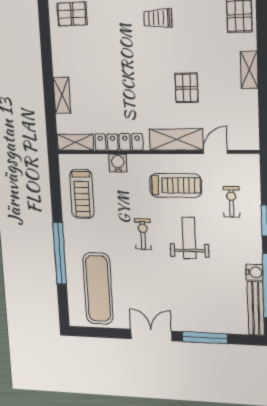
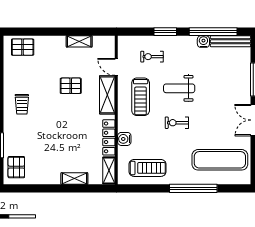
shelving: (249, 70) -> (79, 41), moved
treadmill: (175, 185) -> (141, 97), turned 180

